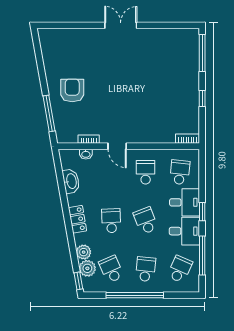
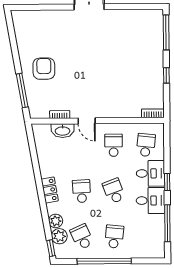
washbasin: (86, 154) -> (63, 131), width x1.91, depth x1.45
washbasin: (71, 181) -> (43, 154), removed
school desk: (180, 269) -> (146, 236), removed

